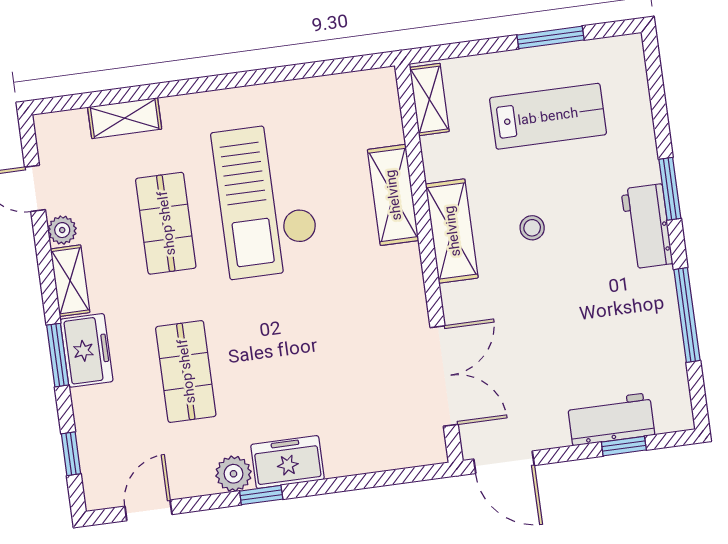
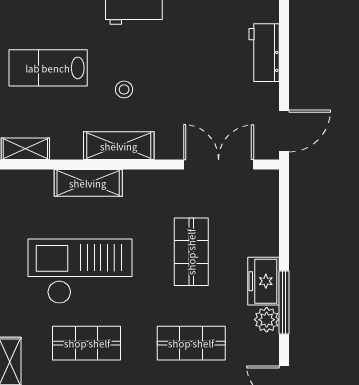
lab bench: (548, 116) -> (48, 68), turned -90
checkout: (266, 200) -> (80, 271), turned 180
shop shelf: (315, 354) -> (191, 252), added
window: (624, 446) -> (284, 46), removed
window: (261, 495) -> (284, 302), width x2.17

